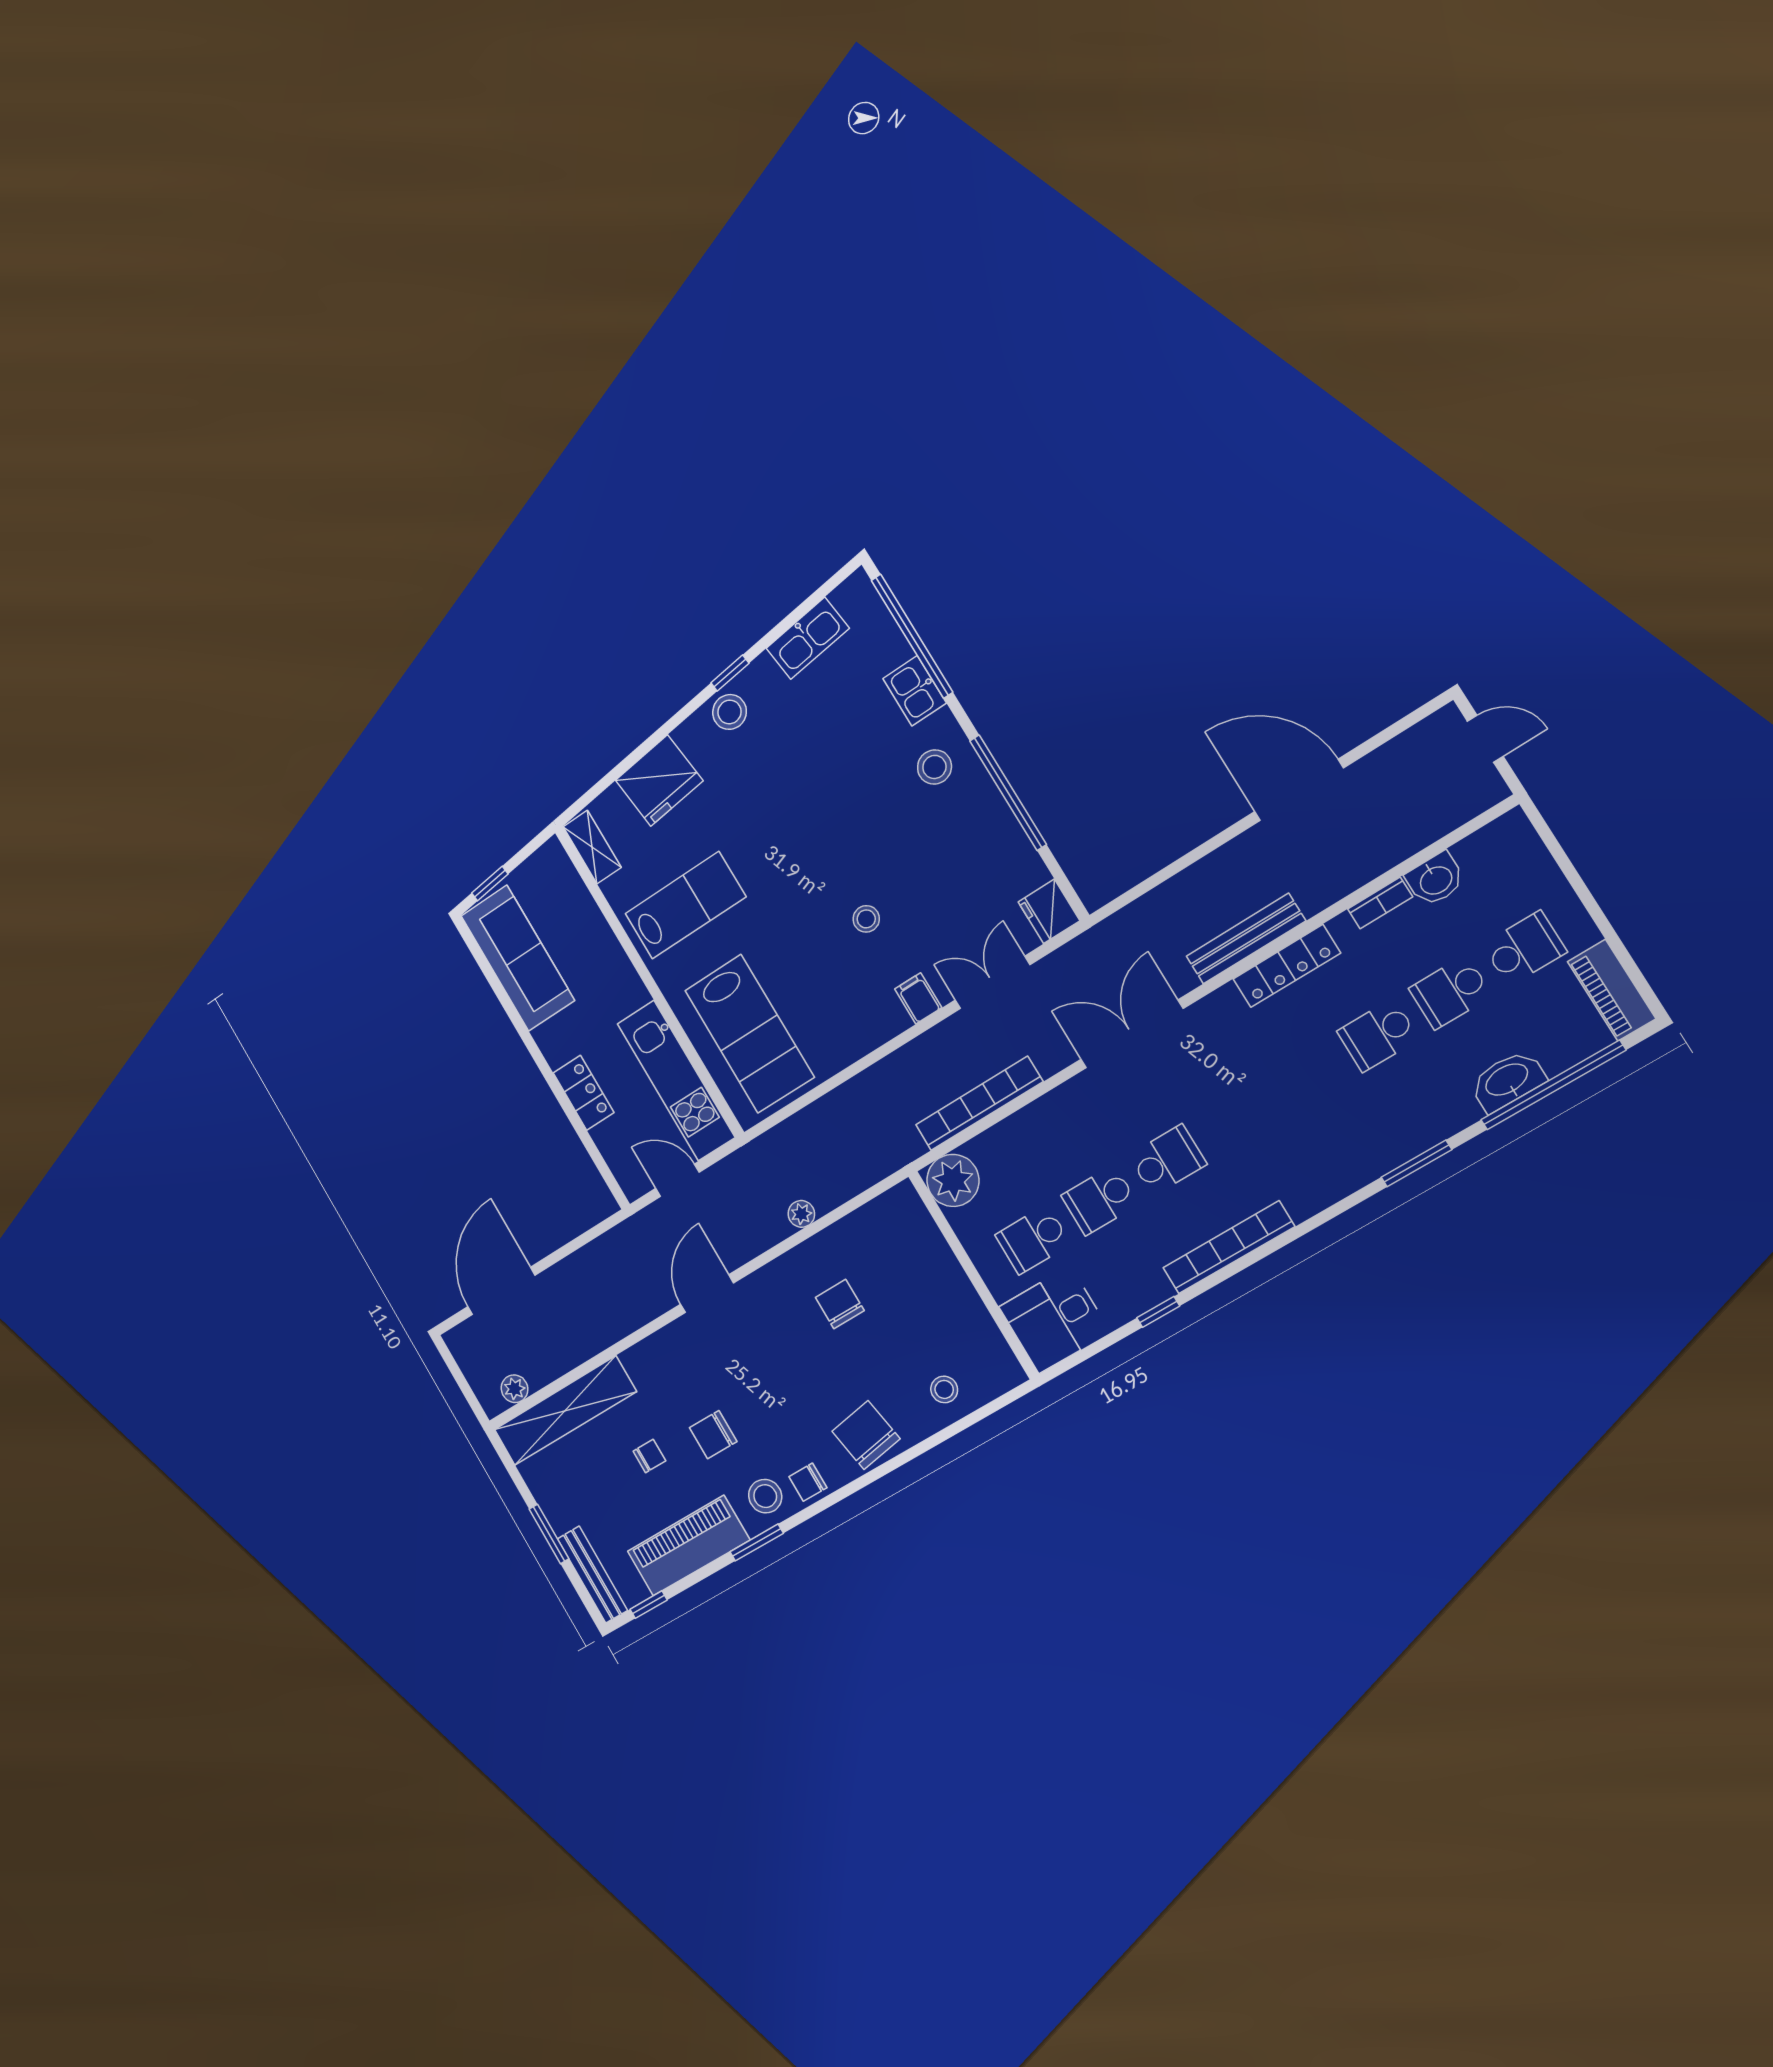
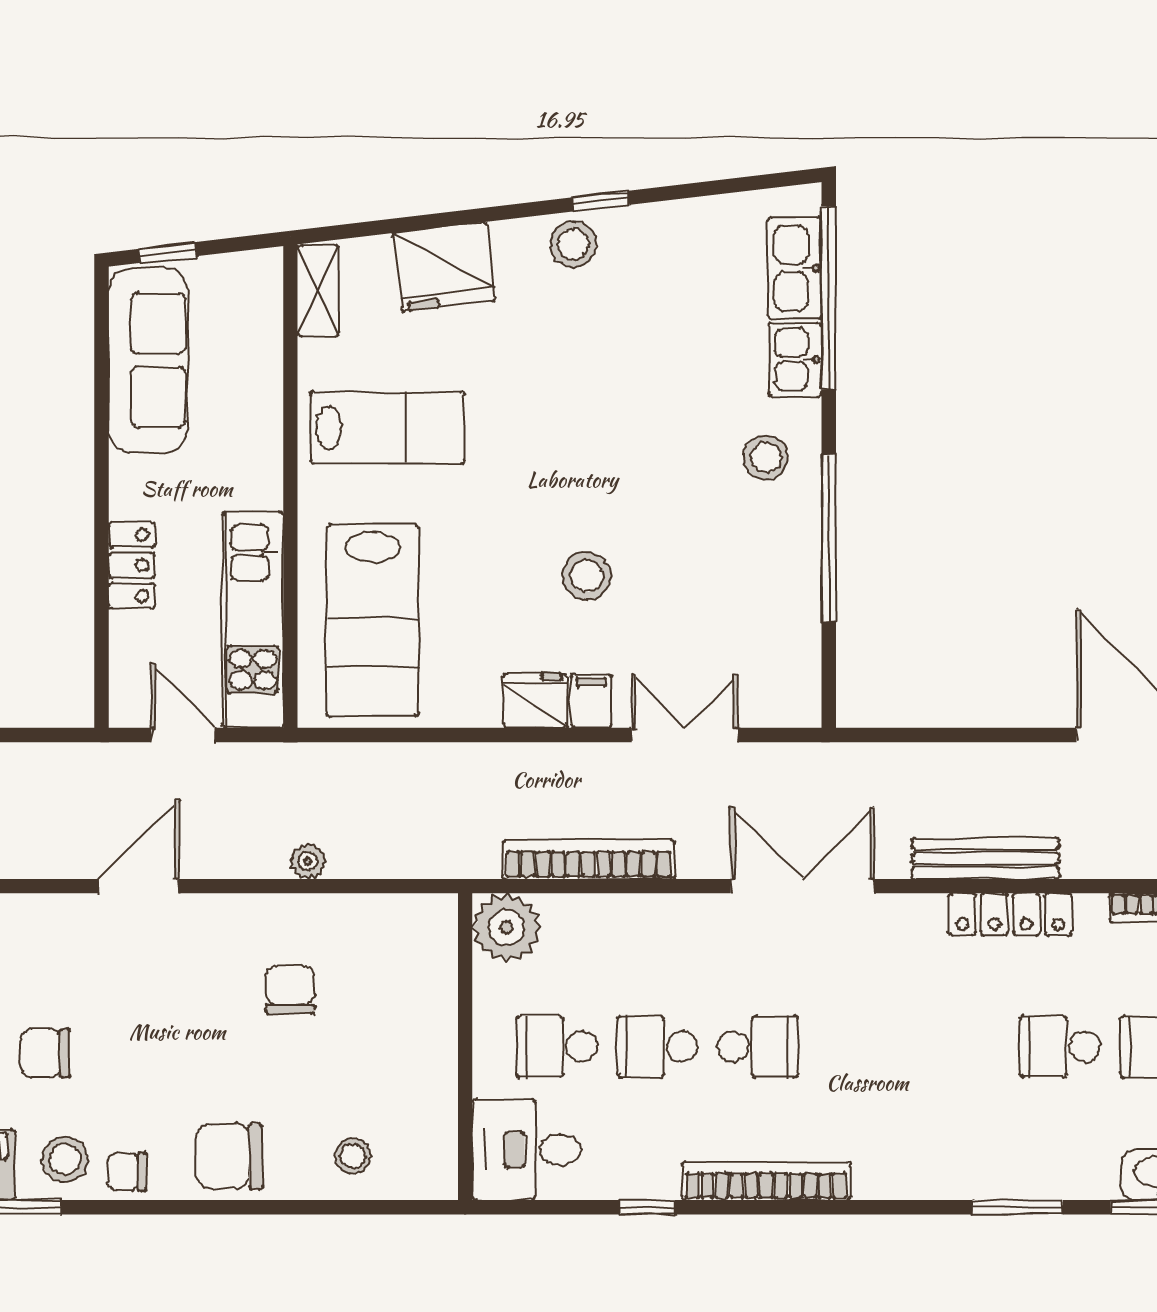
kitchen sink: (808, 638) -> (795, 268), moved, turned 97
fridge: (1049, 911) -> (536, 701), moved, turned 90
stool: (866, 919) -> (587, 576), width x1.37, depth x1.37
chair: (866, 1435) -> (229, 1156), turned -80

